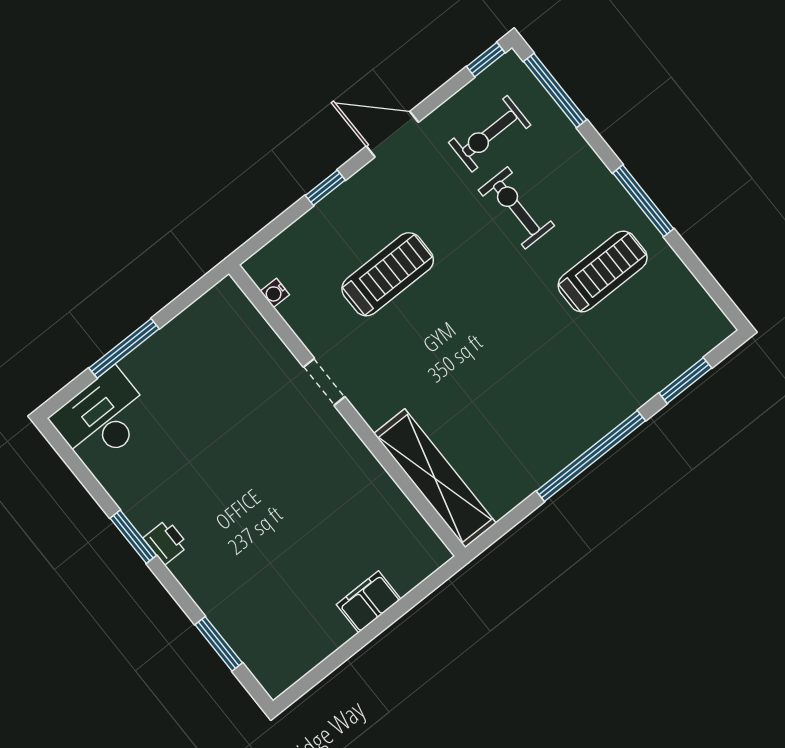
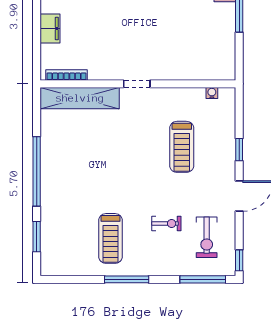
exercise bike: (490, 134) -> (207, 237), turned 180
exercise bike: (516, 208) -> (166, 223), width x0.73, depth x0.72
doorway: (324, 382) -> (137, 84), moved
bookcase: (417, 524) -> (66, 75), added

